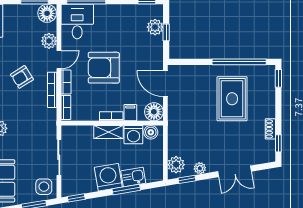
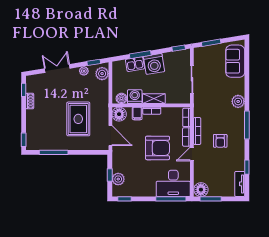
desk: (77, 22) -> (173, 183), width x1.37
plant: (49, 41) -> (200, 168), removed
window: (239, 62) -> (54, 152), width x0.68
armchair: (22, 77) -> (220, 141), turned 122
rug: (232, 99) -> (78, 119), moved
side table: (44, 187) -> (203, 57), removed

